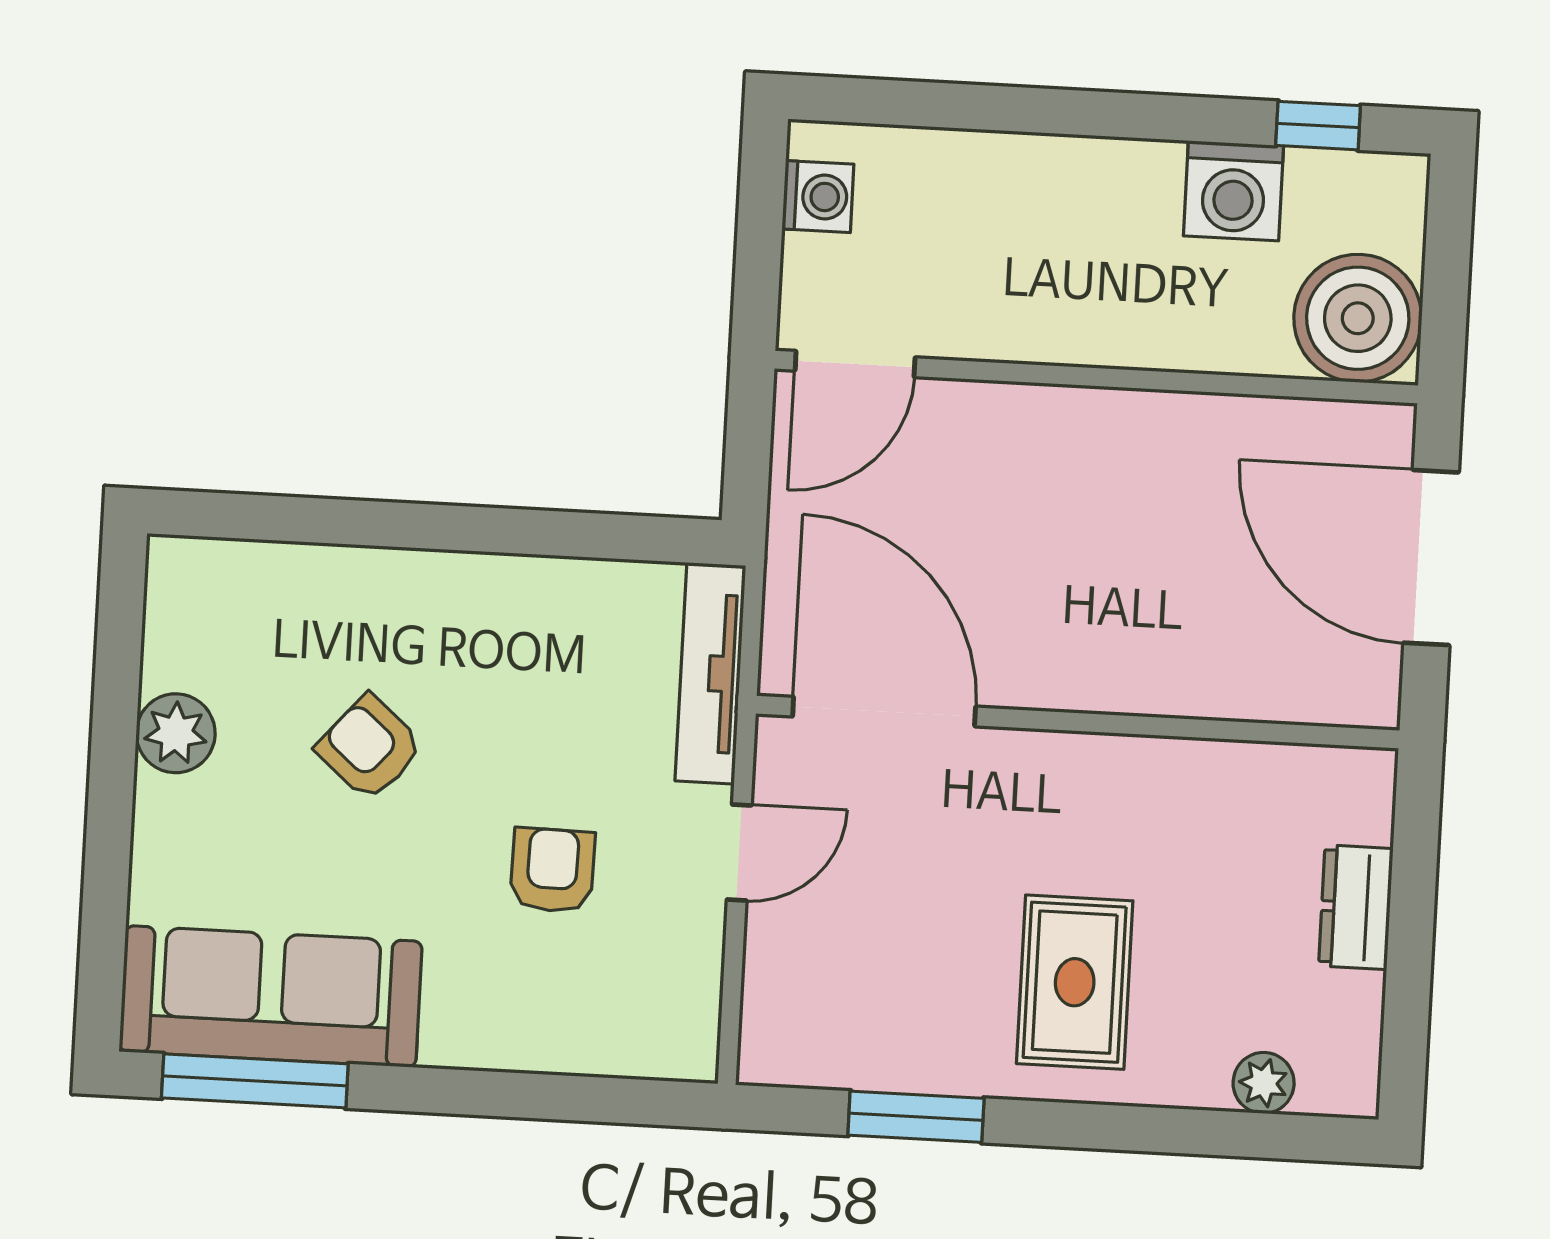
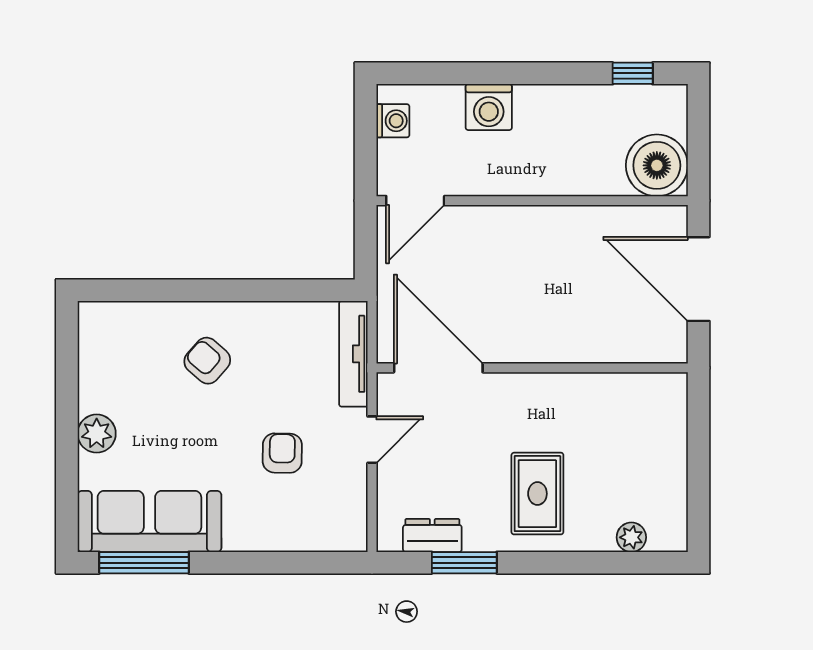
washing machine: (1233, 191) -> (489, 107), moved
plant: (176, 733) -> (97, 434), moved
armchair: (370, 748) -> (207, 361), moved
dresser: (1356, 907) -> (432, 536), moved, turned 90

